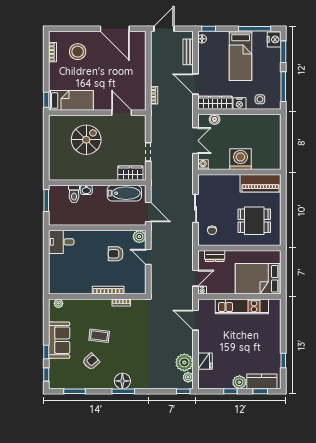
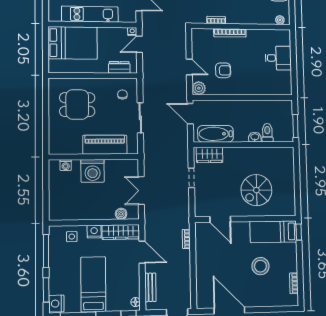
stool: (78, 52) -> (260, 266), moved
washing machine: (203, 165) -> (66, 165), moved
piano: (260, 183) -> (105, 145), moved
desk: (61, 242) -> (278, 58), moved

